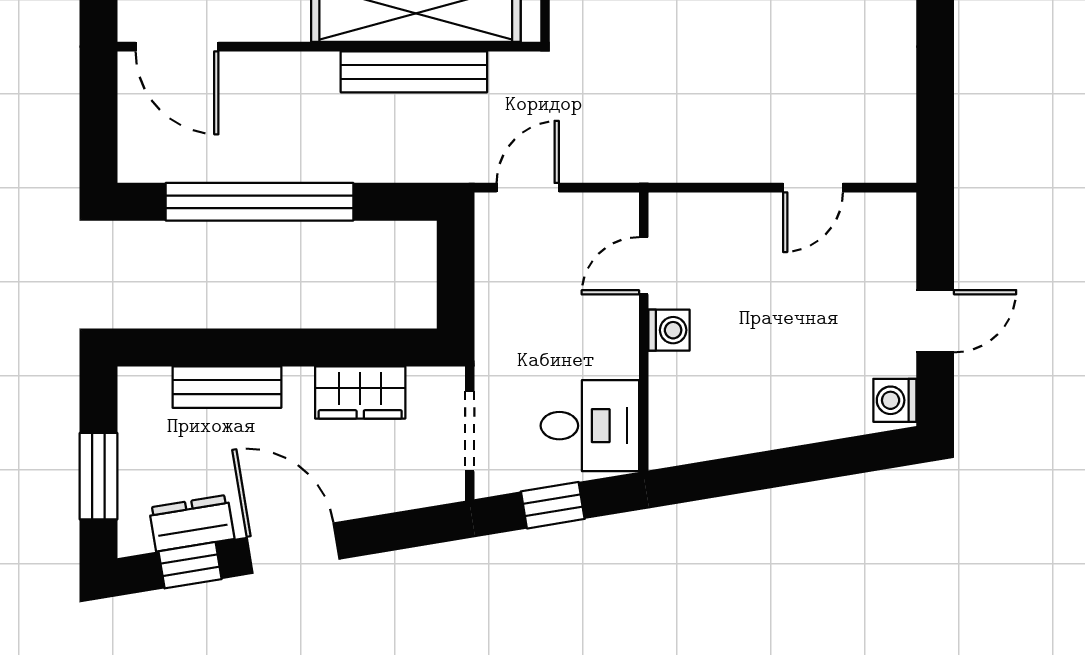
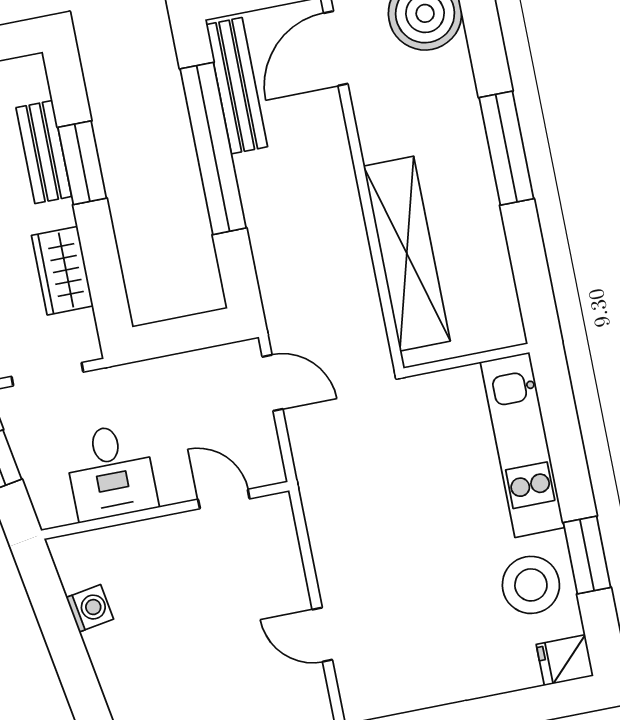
bench: (414, 72) -> (237, 86), moved
washing machine: (669, 330) -> (90, 608), moved, turned -99
window: (247, 347) -> (82, 163), added
desk: (590, 426) -> (111, 472), moved

